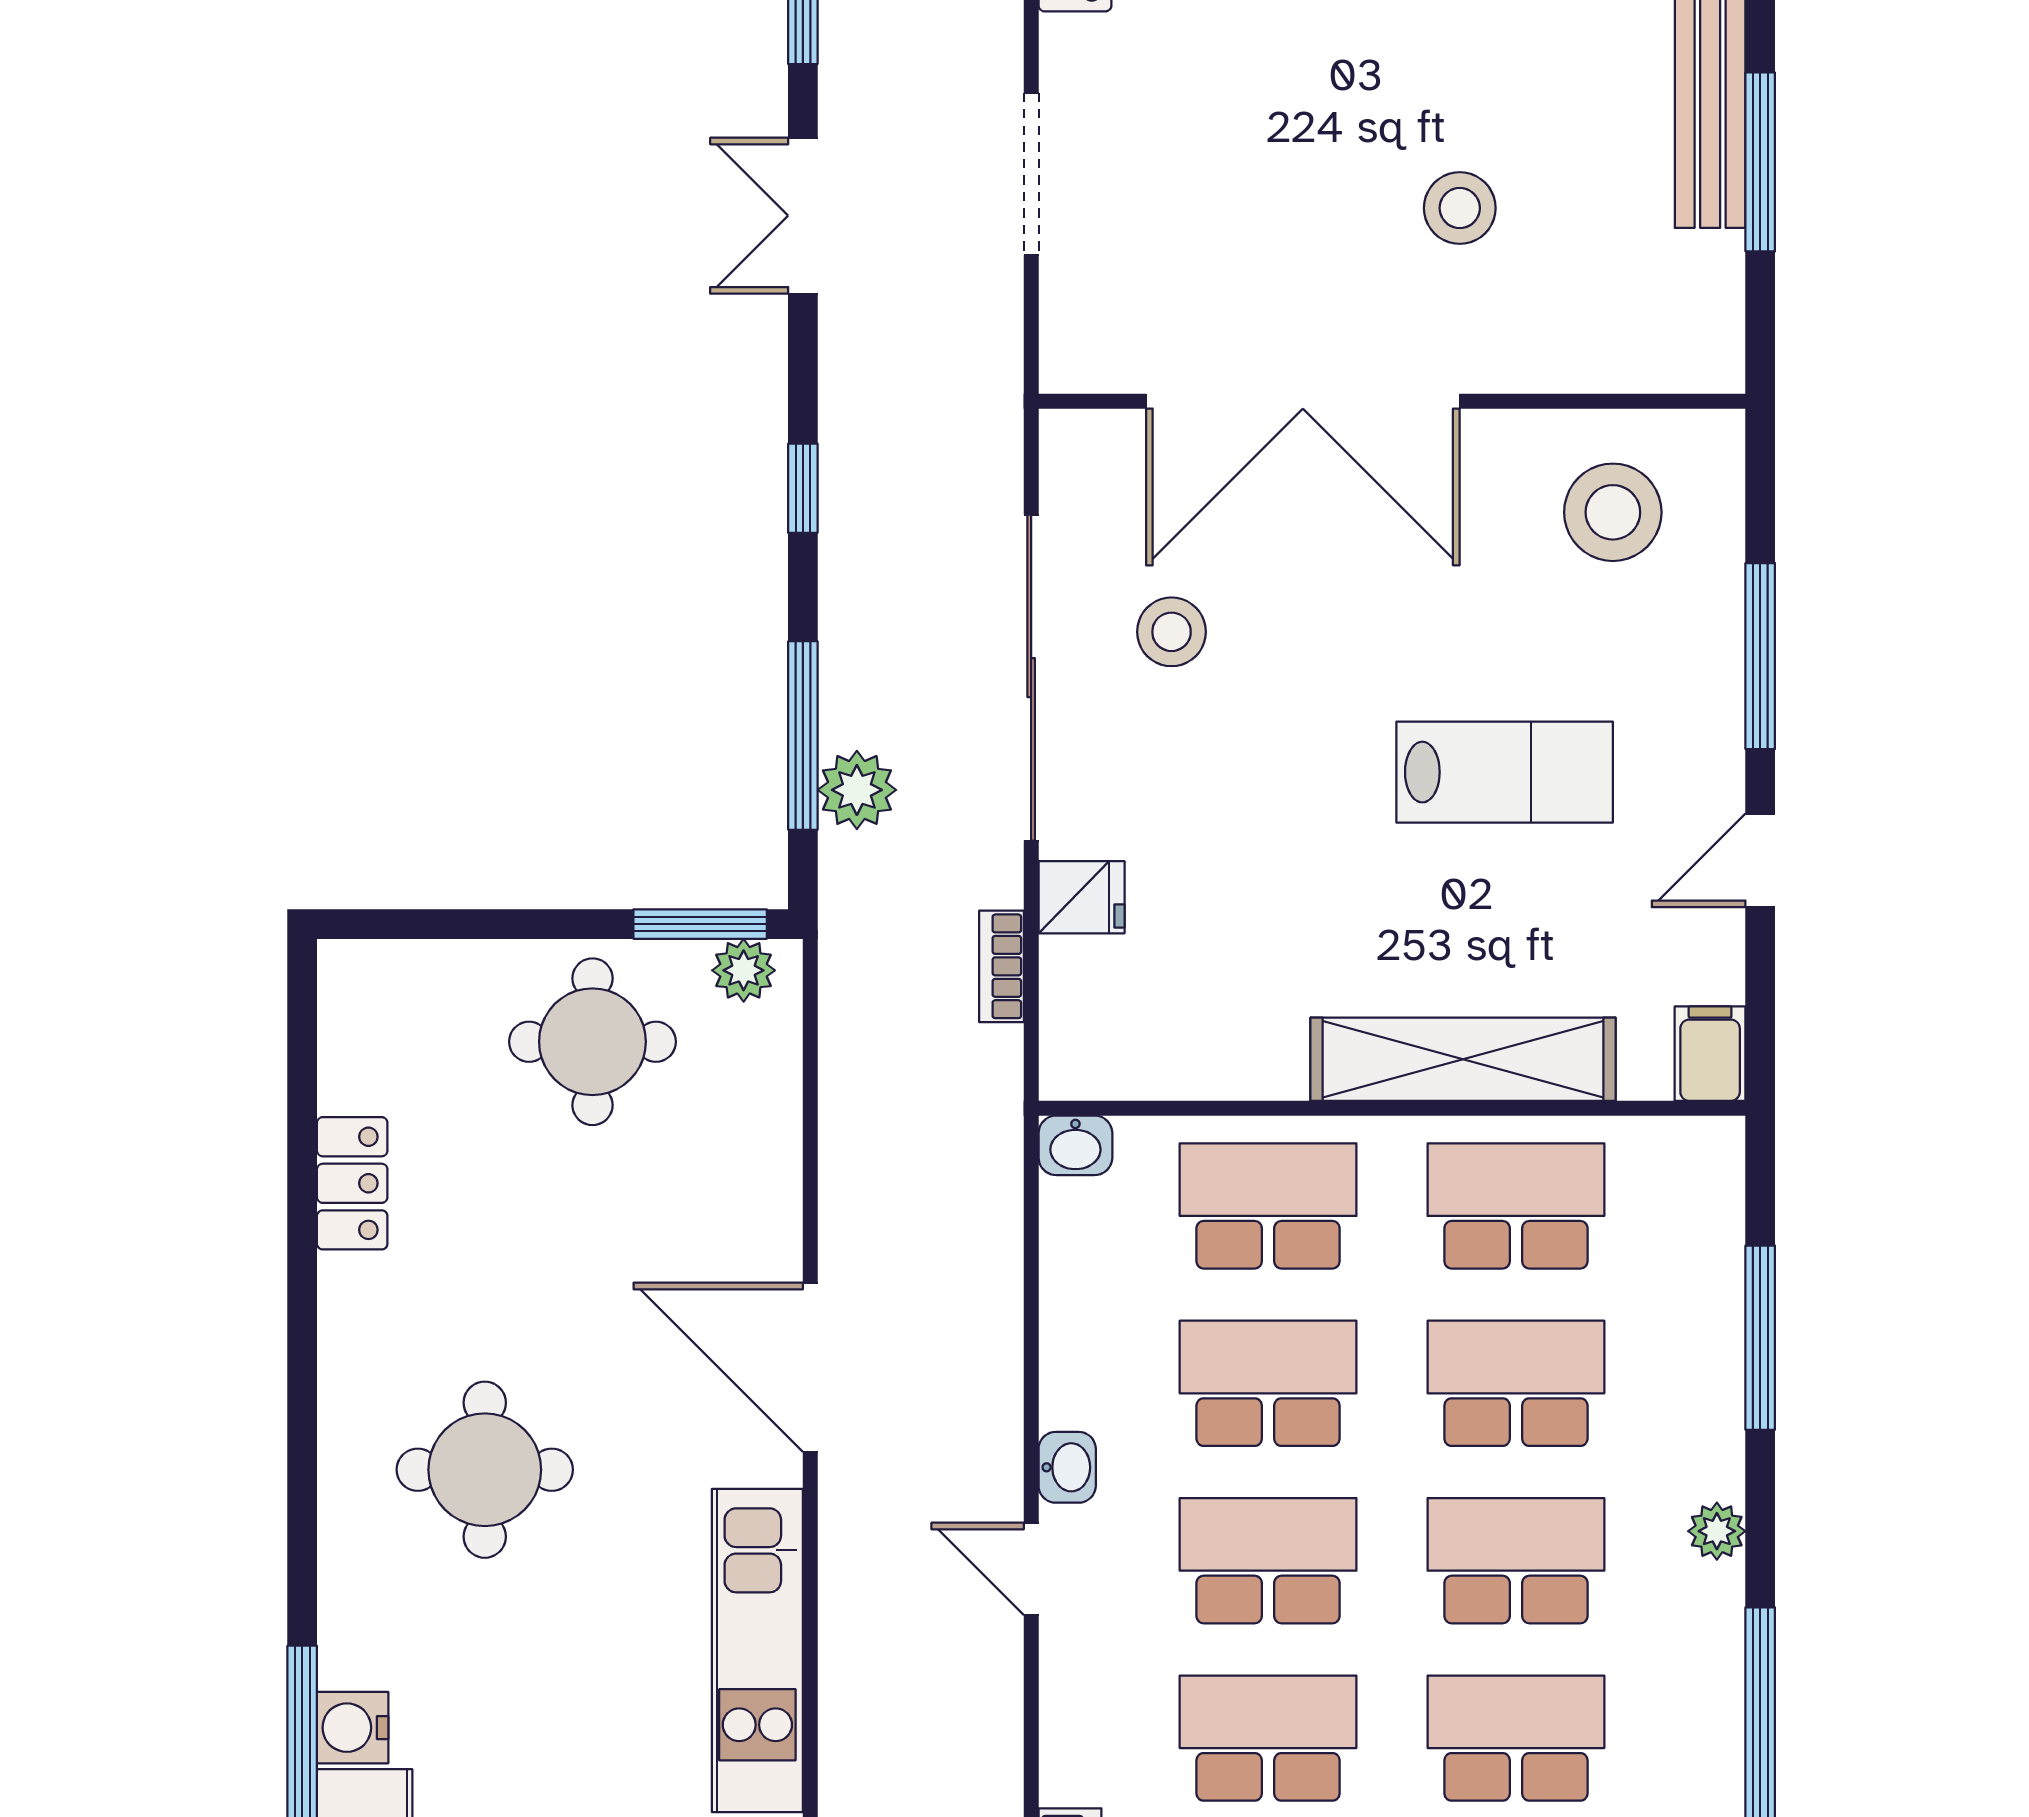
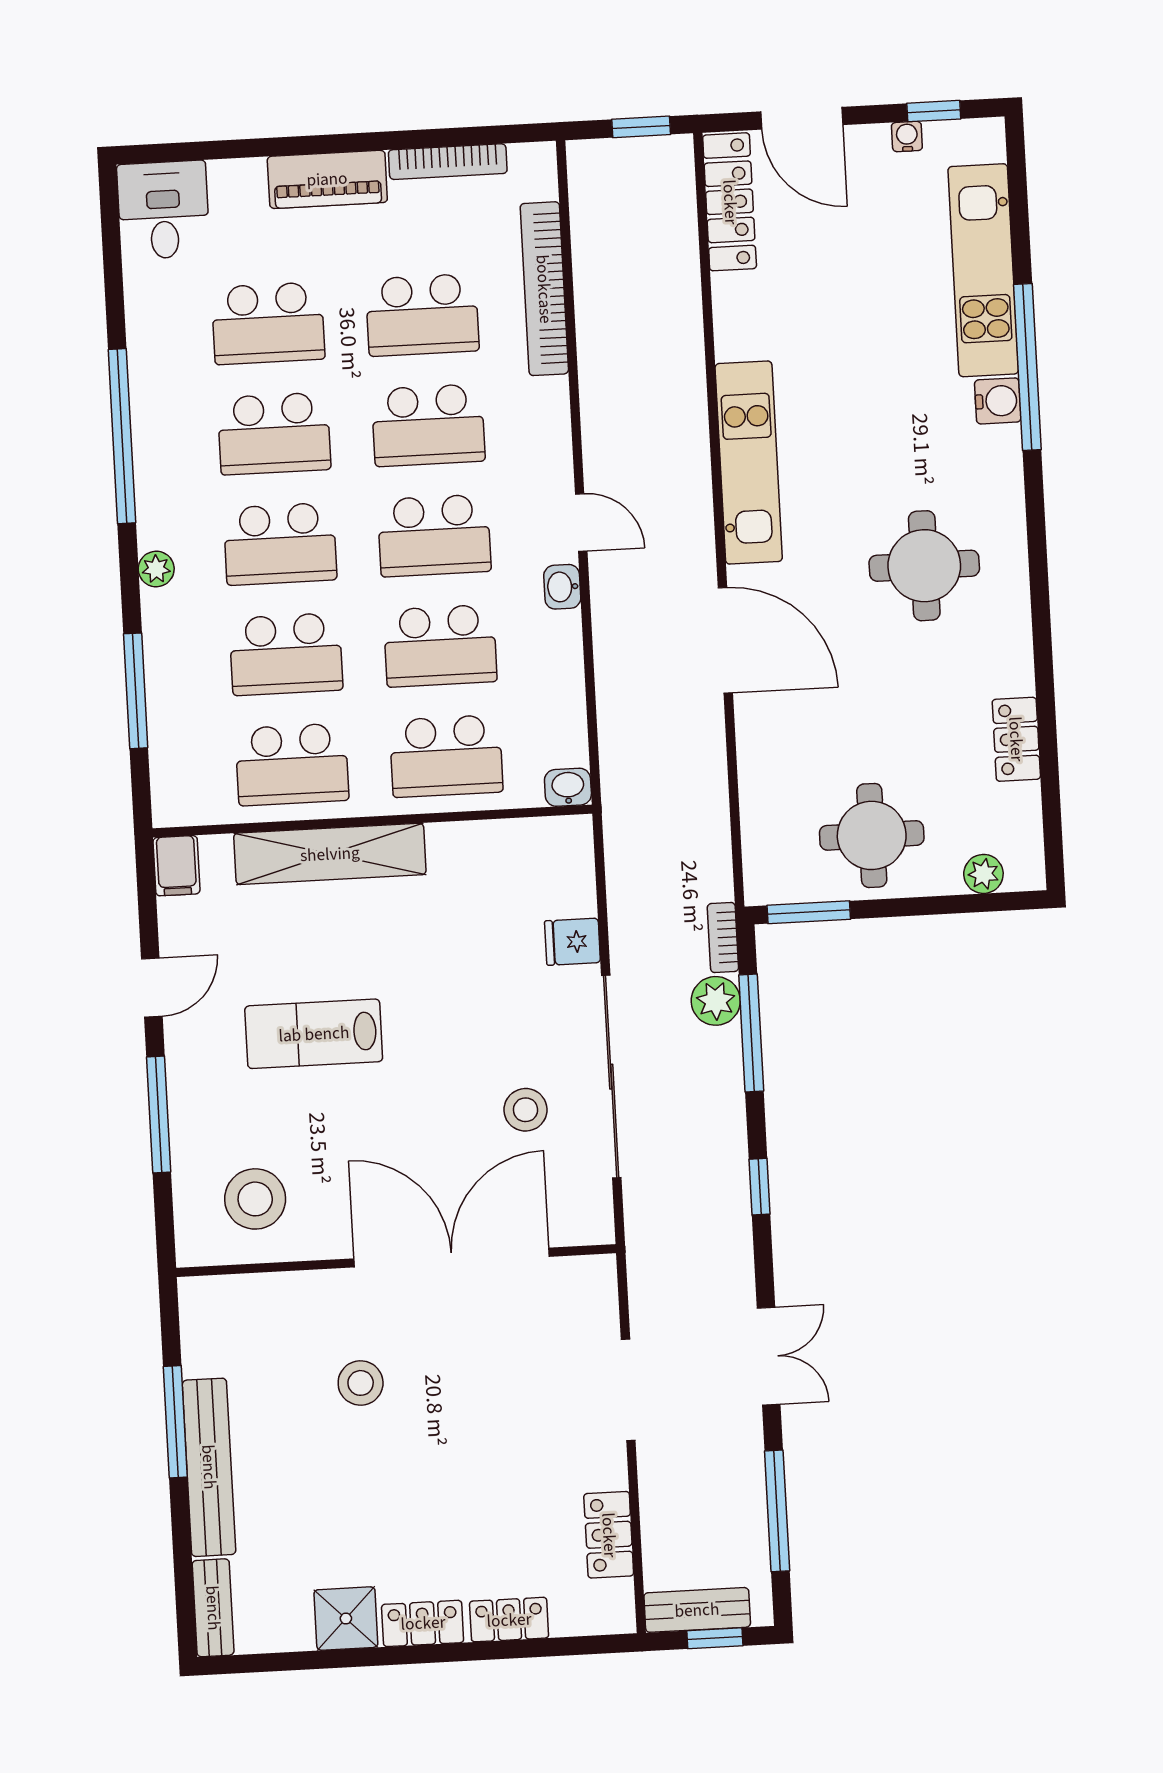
bookcase: (1001, 966) -> (723, 938), moved, turned 180
plant: (744, 970) -> (983, 874), moved

